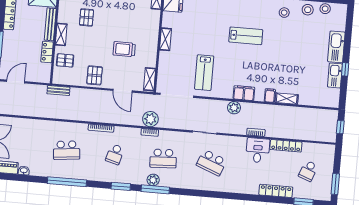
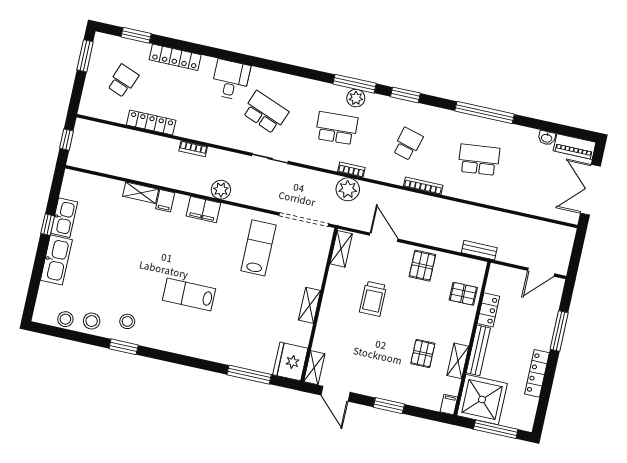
shelving: (61, 34) -> (458, 361), moved
trolley: (124, 49) -> (373, 299), turned 90
desk: (258, 150) -> (231, 80), moved, turned 180

